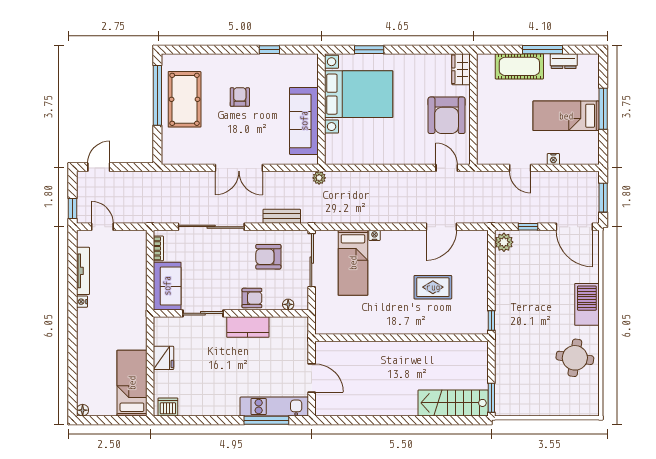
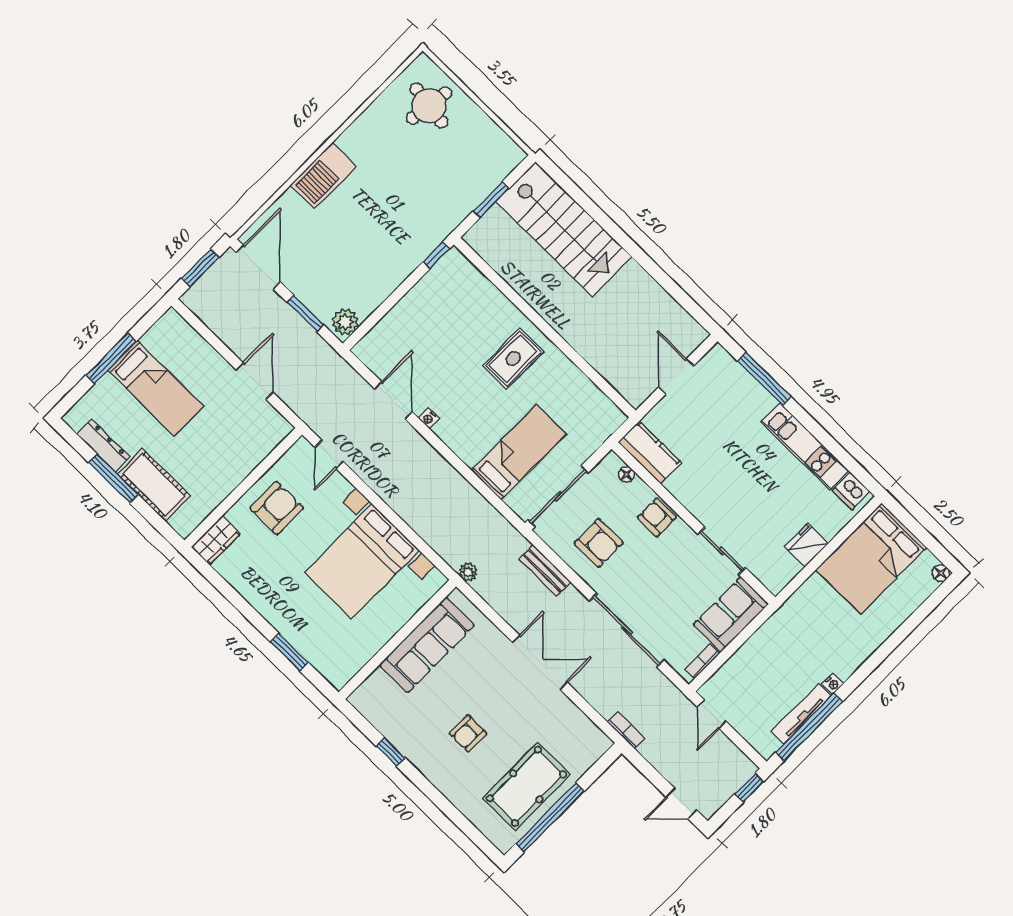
dresser: (564, 61) -> (104, 446), width x1.44
bed with nightstands: (359, 94) -> (362, 561), moved, turned -90
armchair: (447, 115) -> (277, 508), width x0.73, depth x0.73
nightstand: (553, 159) -> (212, 357), removed
door: (520, 168) -> (255, 381), width x1.37
bookcase: (162, 177) -> (626, 730), added
door: (102, 227) -> (712, 714), moved
door: (441, 227) -> (393, 400), hinge flipped
window: (528, 227) -> (305, 314), width x1.50
nightstand: (374, 235) -> (429, 418), moved
window: (72, 268) -> (809, 727), added
rug: (433, 287) -> (513, 359), moved, turned 90
kitchen counter: (248, 327) -> (650, 452), moved
round table: (575, 358) -> (429, 106), moved
bed: (132, 383) -> (871, 558), width x1.50
window: (491, 398) -> (491, 200), moved
stairs: (453, 403) -> (564, 229), width x1.36, depth x1.51
kitchen unit: (274, 407) -> (805, 446), moved

